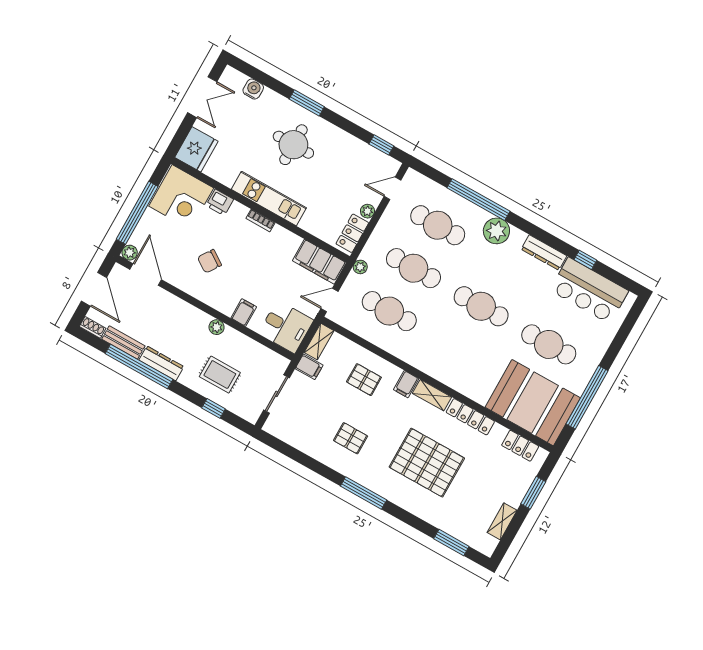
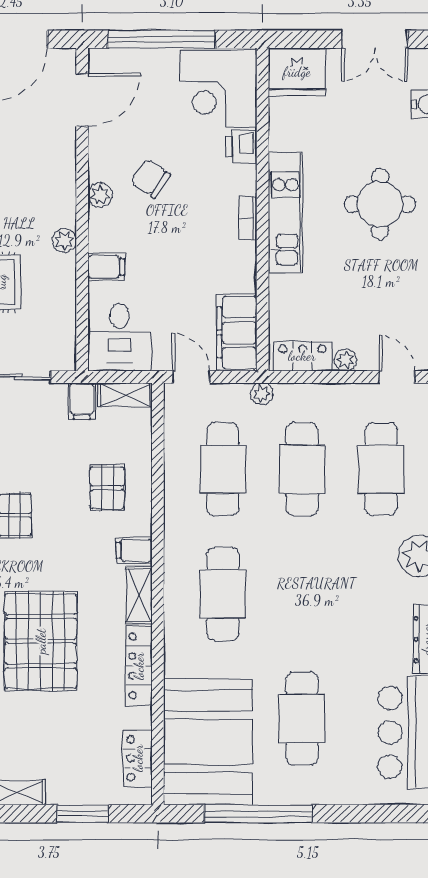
plant: (130, 253) -> (100, 195), moved
cafe table: (481, 306) -> (223, 594), moved

